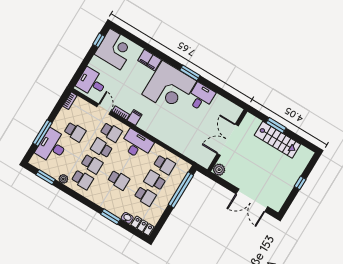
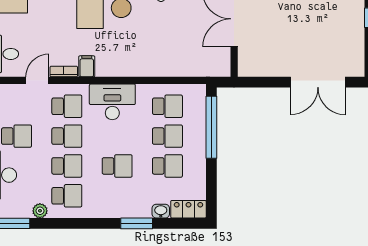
door: (104, 109) -> (37, 80), hinge flipped
school desk: (102, 148) -> (67, 136), turned 180
plant: (219, 170) -> (247, 67), removed
school desk: (155, 180) -> (167, 136), turned 180

